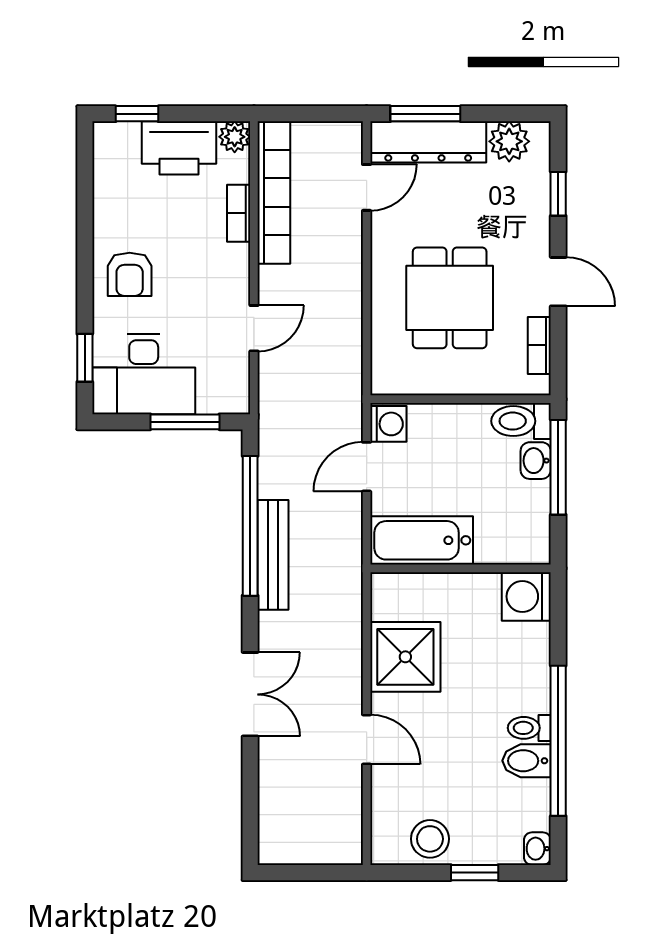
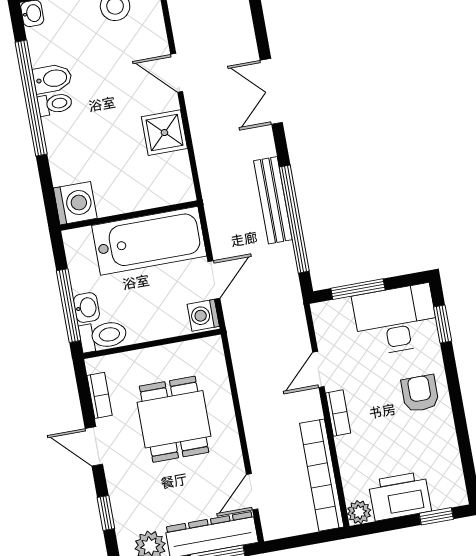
bookcase: (239, 213) -> (338, 413), moved
bathtub: (422, 540) -> (149, 241), width x1.36, depth x1.36
shower: (405, 657) -> (164, 133), width x0.73, depth x0.73

